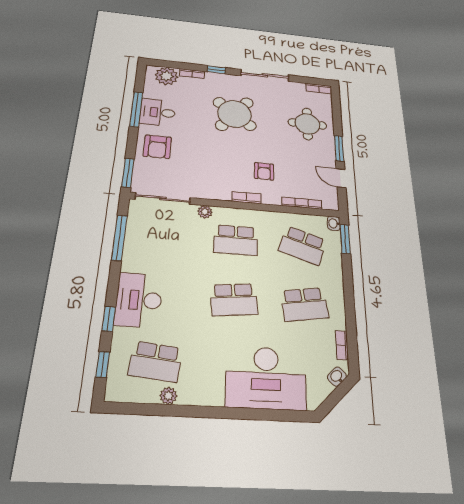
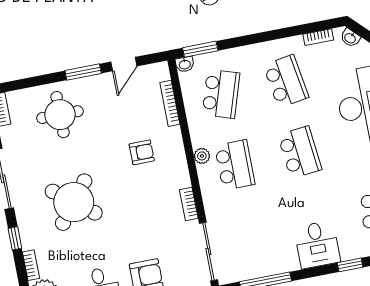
bookcase: (246, 198) -> (189, 204), moved
plant: (205, 212) -> (202, 156), moved
desk: (139, 300) -> (317, 244), width x0.73

